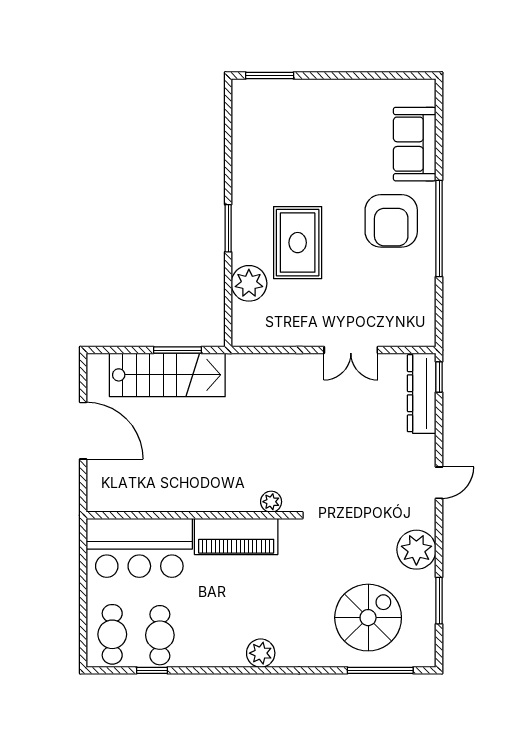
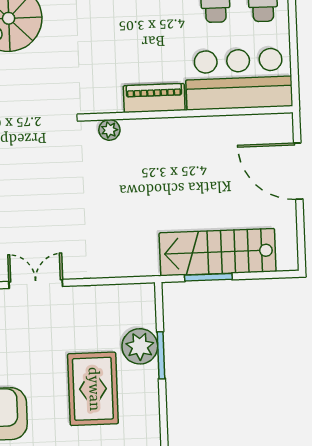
window: (228, 228) -> (161, 355), moved
door: (83, 431) -> (298, 171), moved
piano: (236, 536) -> (154, 98), width x0.73, depth x0.75

